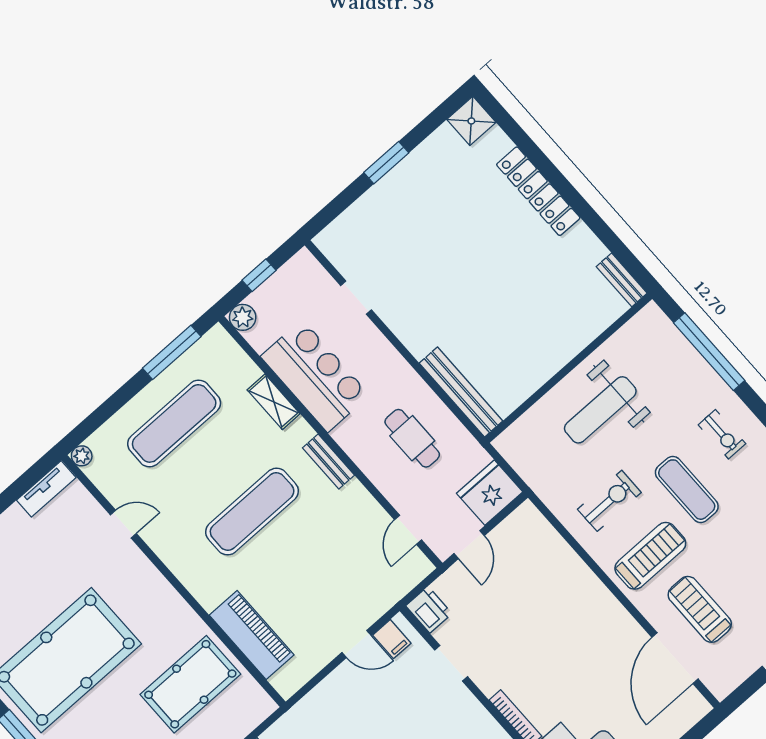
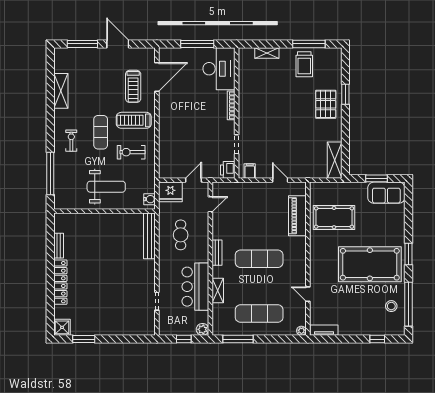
window: (386, 163) -> (84, 339), moved
bench: (622, 280) -> (59, 246), moved
water cooler: (513, 451) -> (149, 199), added
door: (357, 644) -> (280, 180), moved

